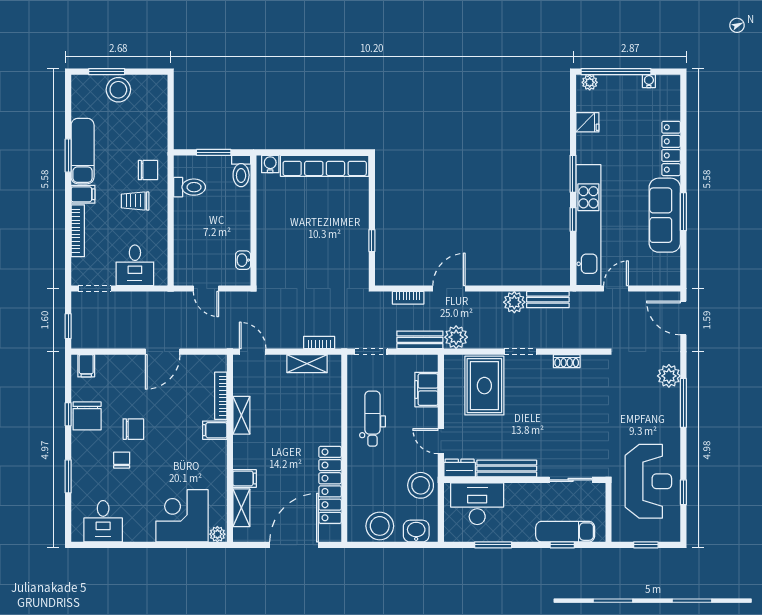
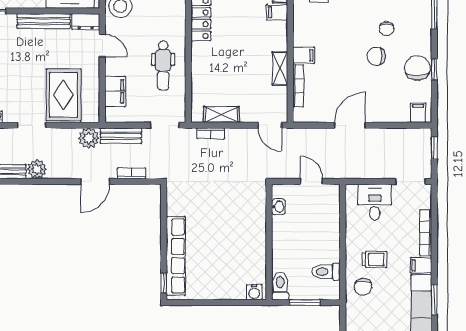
row of seats: (325, 166) -> (176, 256), moved, turned 90
chair: (148, 170) -> (363, 287), turned -90
window: (372, 241) -> (164, 283), moved

